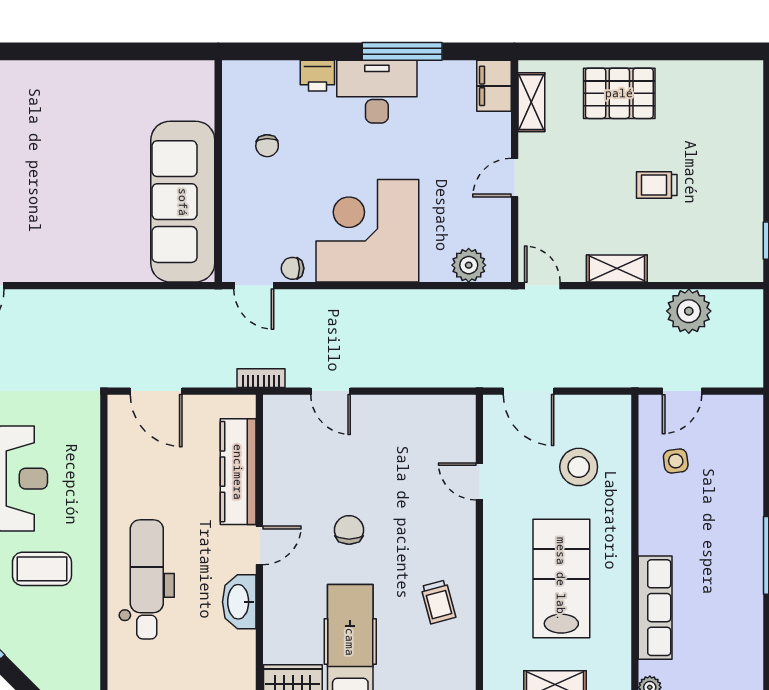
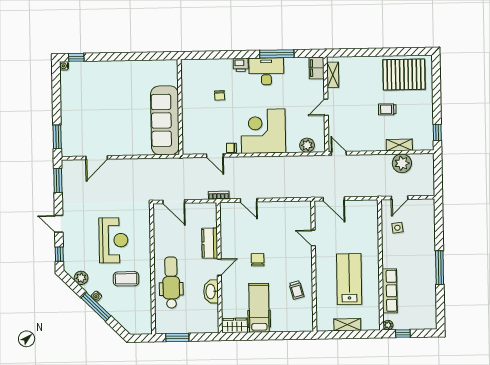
pallet: (619, 93) -> (404, 74), moved, width x1.37, depth x1.41
wall: (218, 171) -> (180, 107), moved
sofa: (183, 202) -> (165, 120), moved
shelving: (617, 268) -> (399, 145), moved
stool: (579, 467) -> (356, 231), removed
kitchen counter: (238, 472) -> (210, 243), width x0.67

